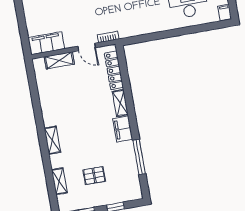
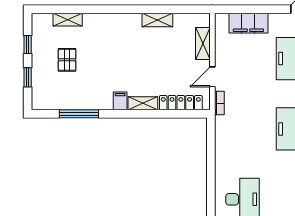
filing cabinet: (46, 43) -> (248, 23), moved, turned 90
filing cabinet: (123, 129) -> (120, 101), width x0.50
shelving: (52, 140) -> (157, 20), moved

